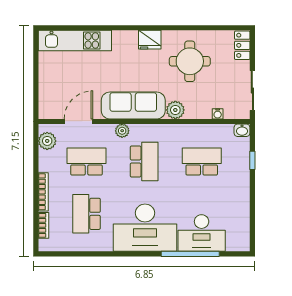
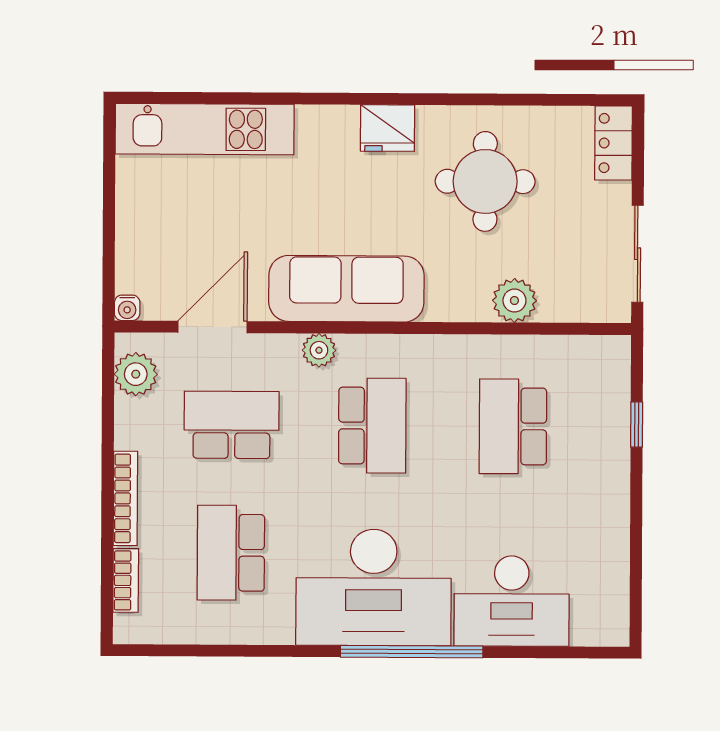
plant: (175, 110) -> (514, 301), moved
water cooler: (218, 114) -> (127, 308), moved
washbasin: (242, 130) -> (612, 351), removed
school desk: (202, 161) -> (513, 426), turned -90
window: (190, 254) -> (412, 652), moved

